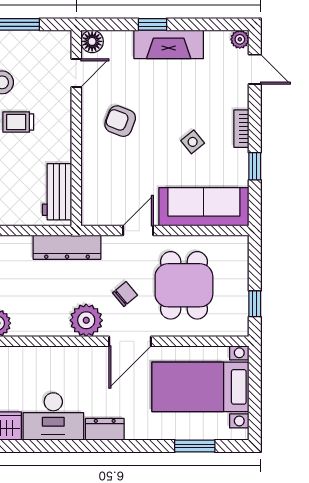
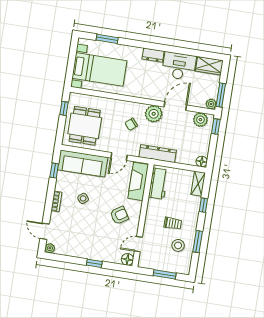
fireplace: (169, 44) -> (138, 181), moved, turned -90
armchair: (120, 121) -> (119, 215), turned -54
window: (255, 166) -> (54, 171), moved
dining table: (184, 285) -> (85, 126), moved
door: (130, 341) -> (175, 106), moved

